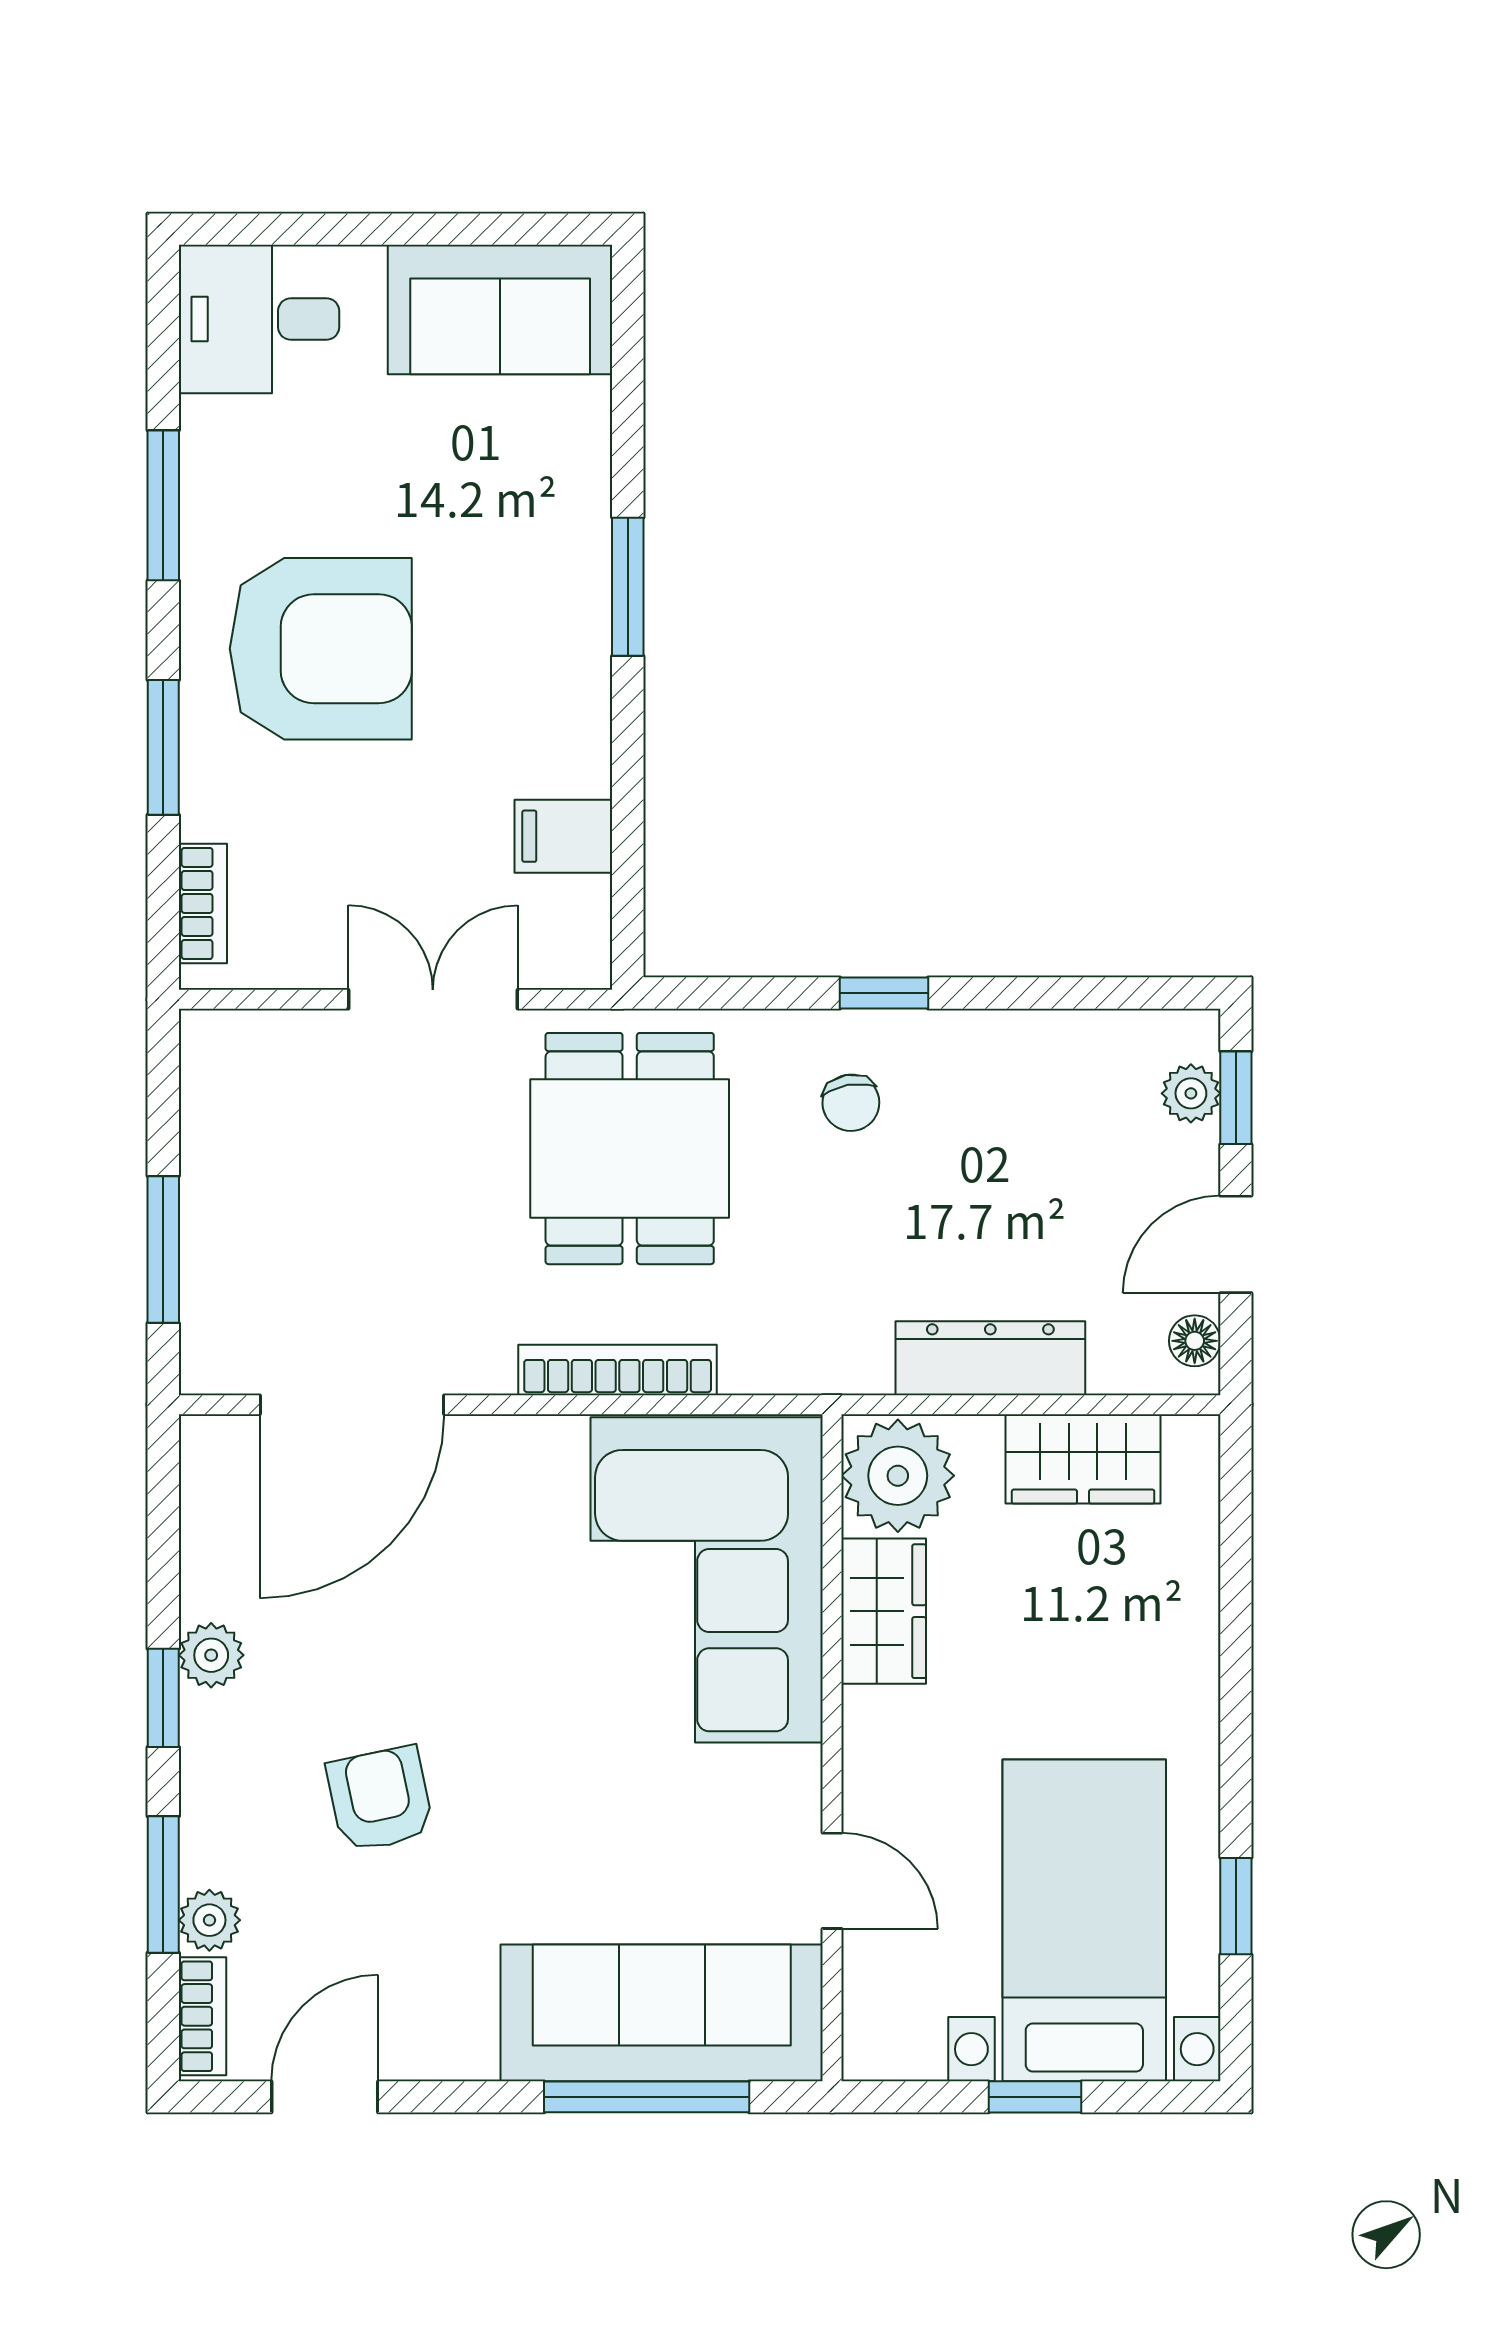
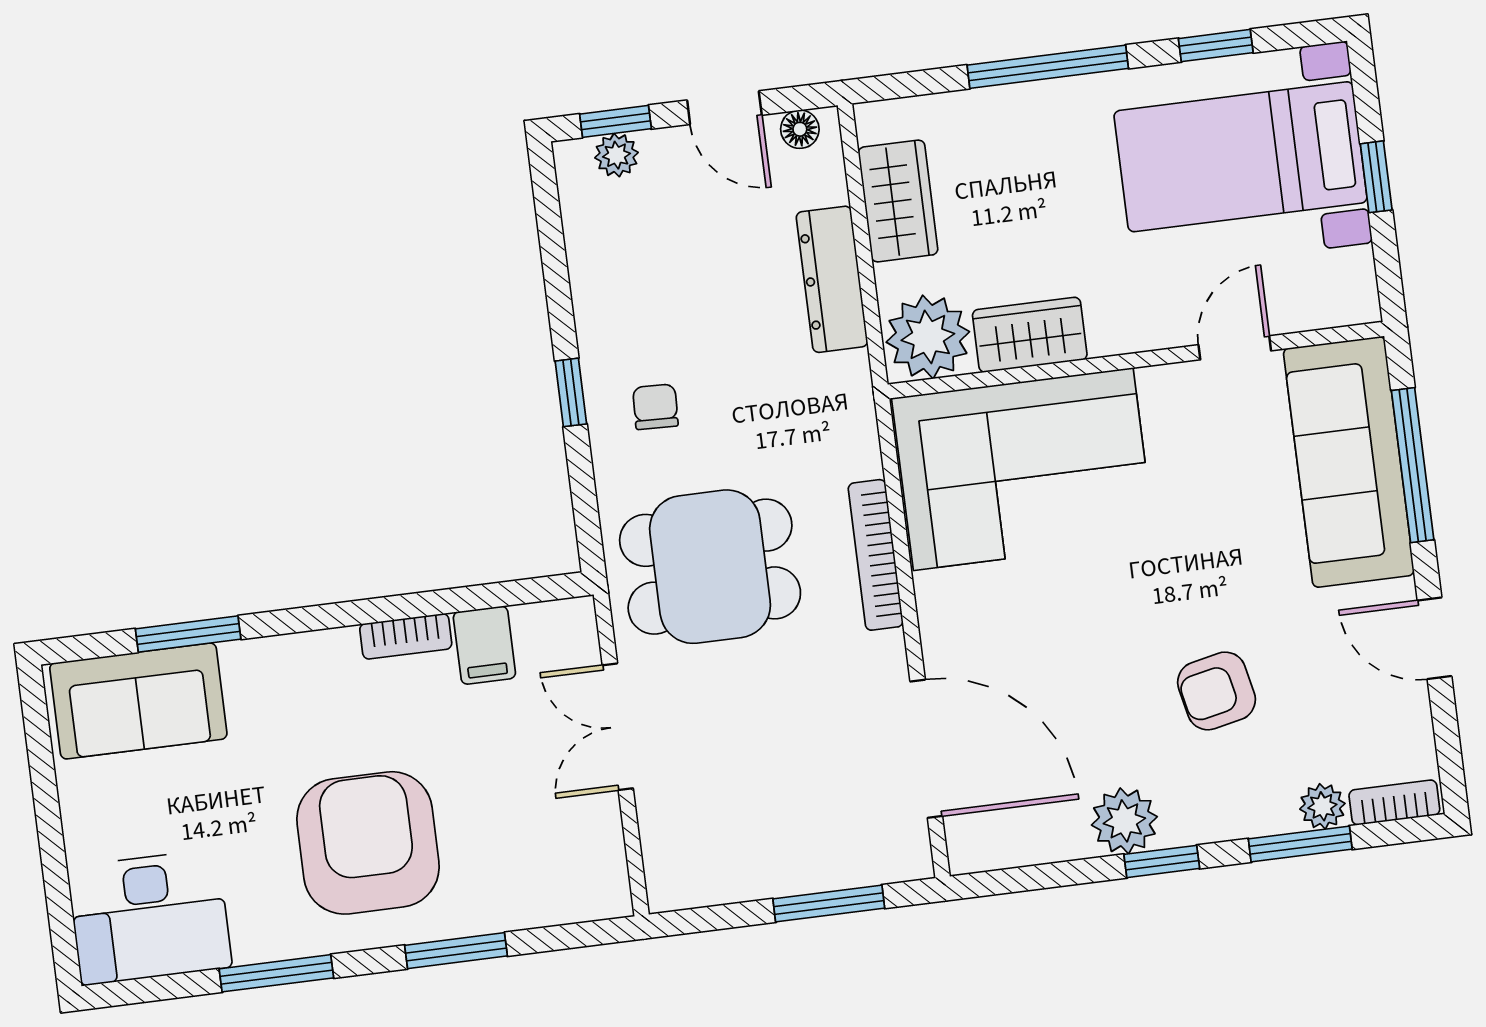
sofa: (500, 310) -> (138, 701), moved, turned 90
desk: (259, 319) -> (150, 917), width x1.37
window: (628, 587) -> (188, 634), moved
bookcase: (203, 903) -> (406, 636), moved, turned 180
chair: (851, 1103) -> (655, 407), turned -78
plant: (211, 1655) -> (1124, 821), width x1.38, depth x1.38
window: (1236, 1680) -> (1048, 67), added
door: (325, 2097) -> (1434, 638), moved

